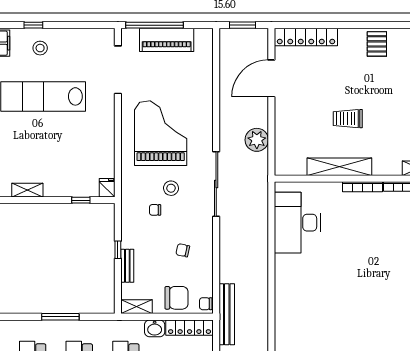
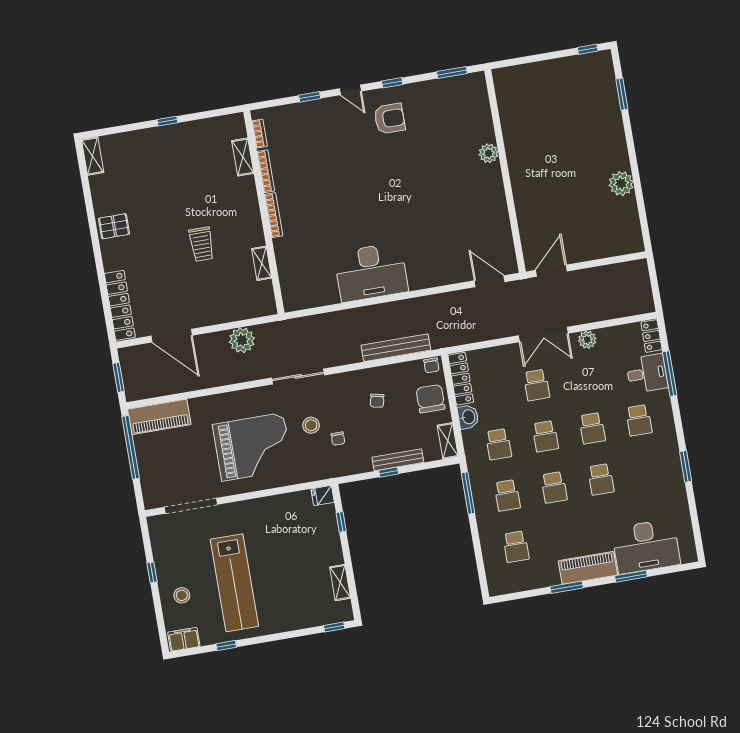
window: (33, 25) -> (152, 572), moved
window: (154, 25) -> (131, 447), moved
piano: (167, 40) -> (159, 417), moved, turned 90
grand piano: (161, 133) -> (253, 447), turned 180
shelving: (339, 167) -> (262, 263), width x0.45, depth x0.75
sliding door: (216, 184) -> (298, 376), width x0.73
desk: (297, 223) -> (371, 272), moved
bench: (127, 266) -> (398, 460), width x1.36
bench: (227, 314) -> (396, 348), moved
window: (60, 317) -> (468, 493), moved

